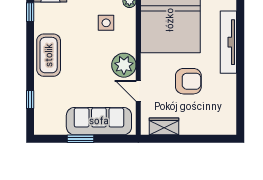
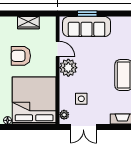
wardrobe: (164, 126) -> (28, 23), moved
window: (81, 139) -> (87, 14), moved

